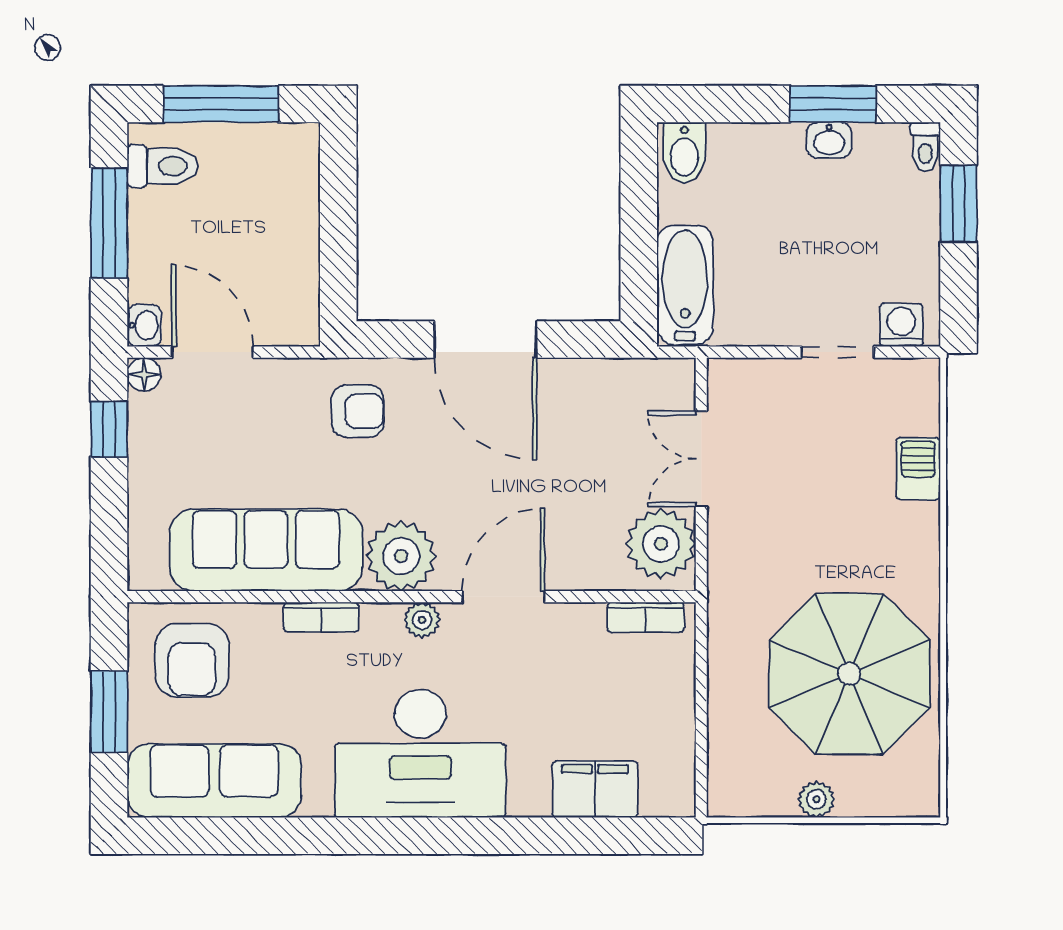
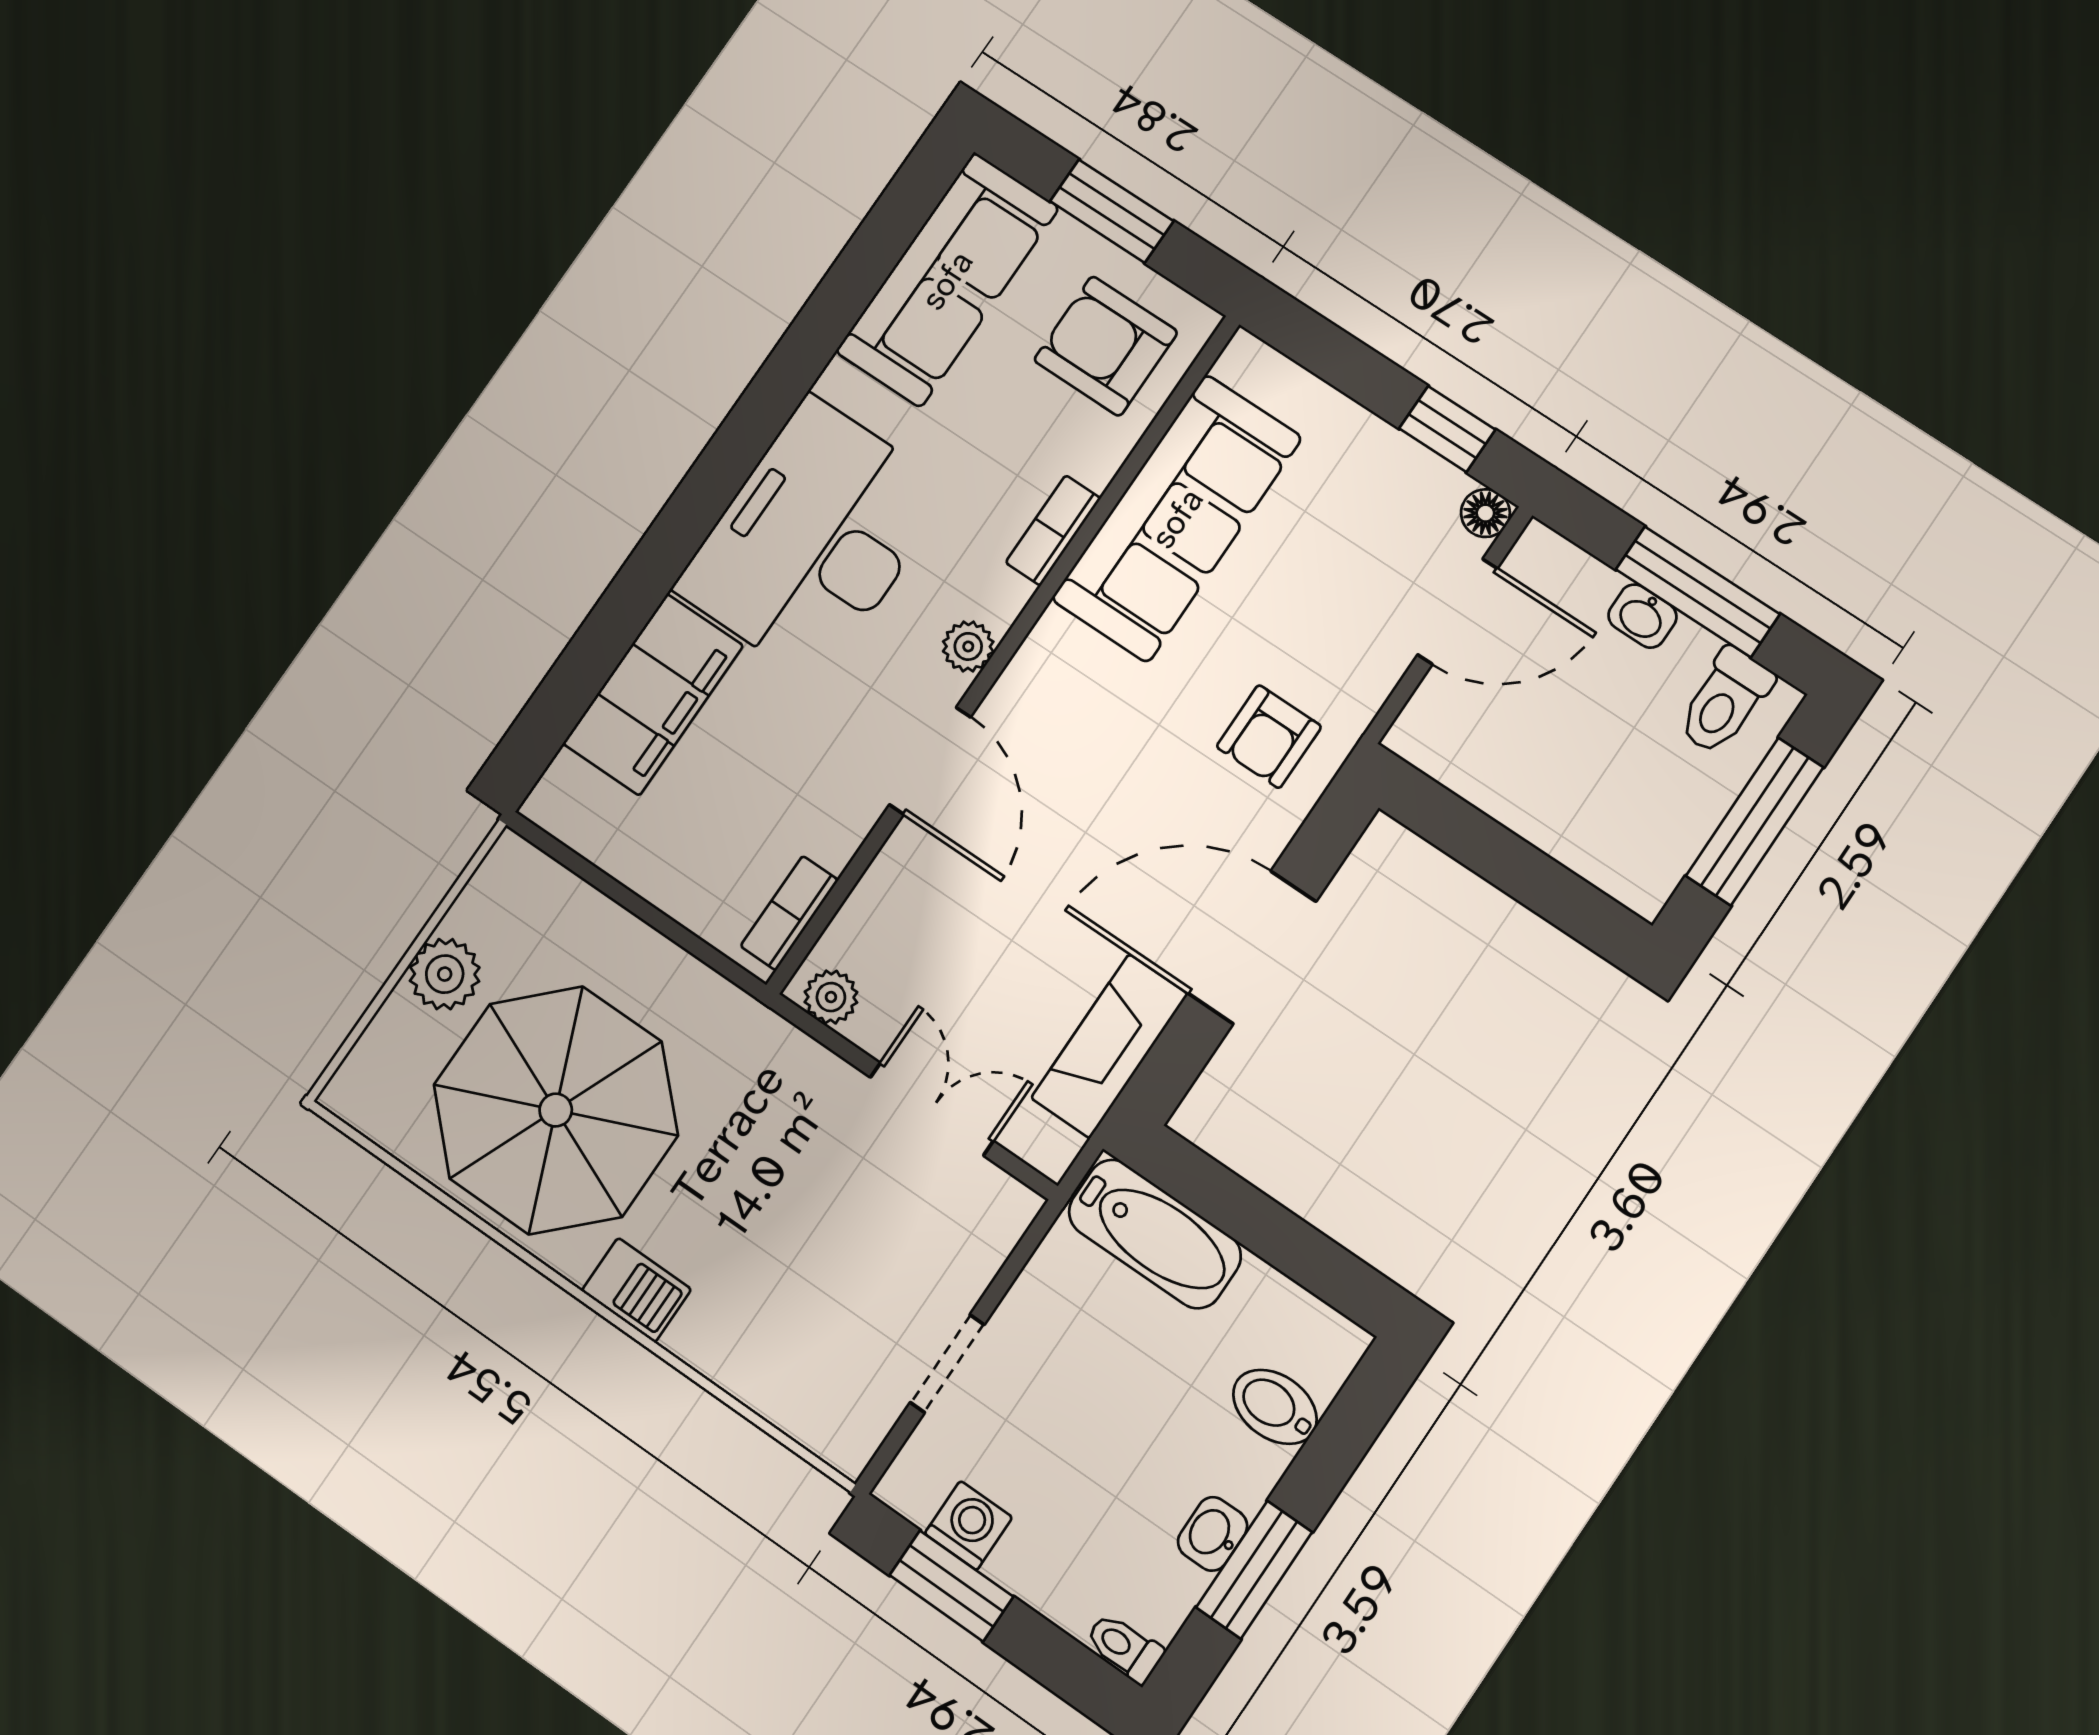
bidet: (684, 153) -> (1275, 1407), moved
window: (958, 203) -> (951, 1586), moved
washbasin: (144, 325) -> (1642, 616), moved
washing machine: (901, 325) -> (968, 1525), moved, turned -90
fireplace: (597, 382) -> (1110, 1046), added
barbecue: (918, 469) -> (636, 1290), moved
plant: (661, 544) -> (831, 997), width x0.53, depth x0.53
plant: (401, 556) -> (1061, 672), removed
filing cabinet: (595, 789) -> (653, 694), width x1.50, depth x1.17
plant: (816, 799) -> (445, 974), width x1.38, depth x1.38

